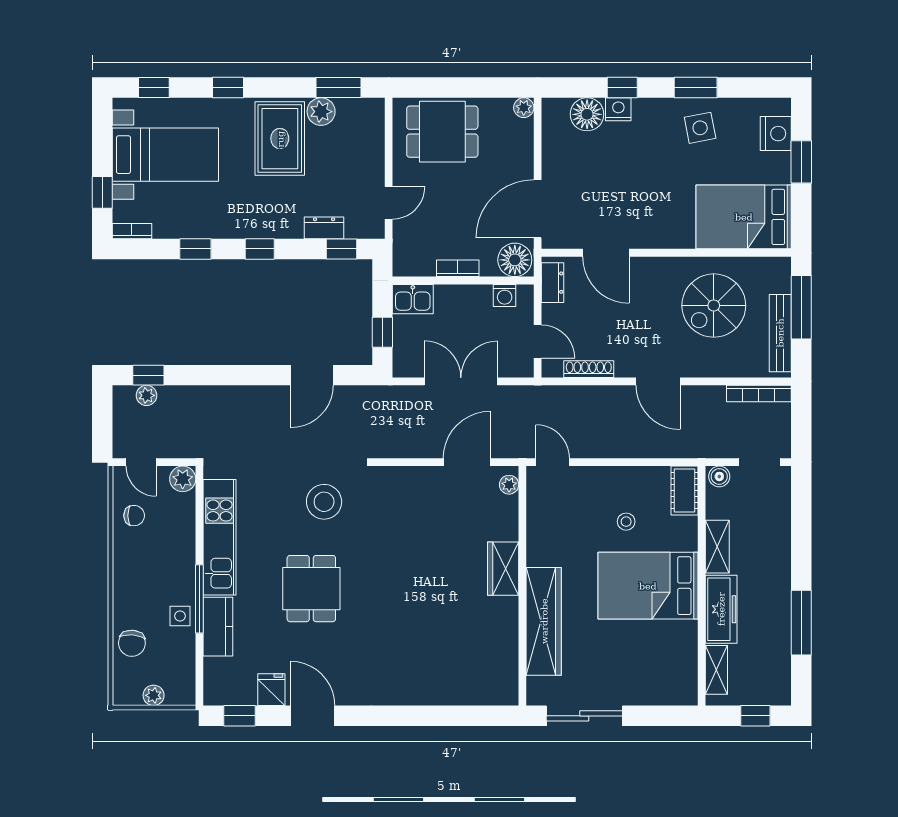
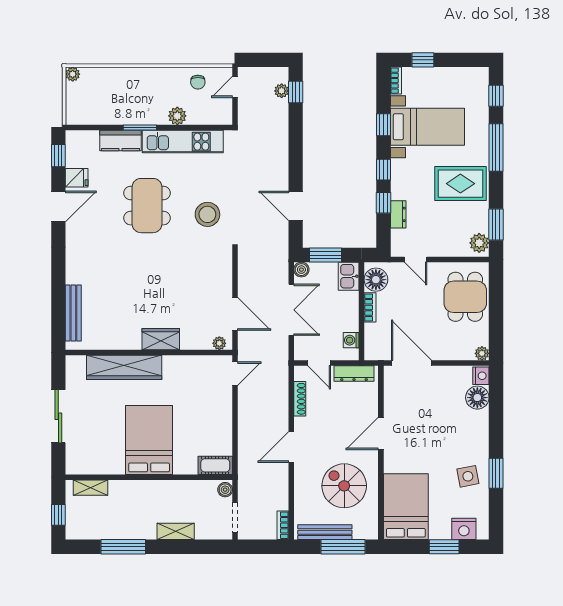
window: (228, 88) -> (496, 147), width x2.17
window: (622, 88) -> (496, 422), removed
nightstand: (618, 109) -> (481, 376), moved
plant: (321, 112) -> (479, 243), moved
bed with nightstands: (165, 155) -> (427, 127), moved, turned -90
window: (341, 249) -> (384, 203), moved
door: (606, 253) -> (381, 433), moved
floor lamp: (515, 260) -> (376, 280), moved
dresser: (553, 283) -> (354, 374), width x1.44
window: (382, 332) -> (325, 255), width x1.50
door: (538, 341) -> (319, 363), hinge flipped
boiler: (403, 367) -> (301, 270), added
bookcase: (759, 394) -> (283, 525), width x0.64
plant: (183, 479) -> (177, 116), moved
stool: (626, 522) -> (194, 425), removed
shelving: (717, 547) -> (176, 531), moved
dining table: (311, 589) -> (147, 206), width x1.38
window: (199, 599) -> (140, 128), width x0.69
freezer: (721, 609) -> (133, 491), removed
side table: (180, 616) -> (128, 114), removed
chair: (132, 643) -> (109, 81), removed
bench: (466, 694) -> (73, 313), added
plant: (154, 695) -> (73, 74), moved
sliding door: (584, 716) -> (58, 416), moved

